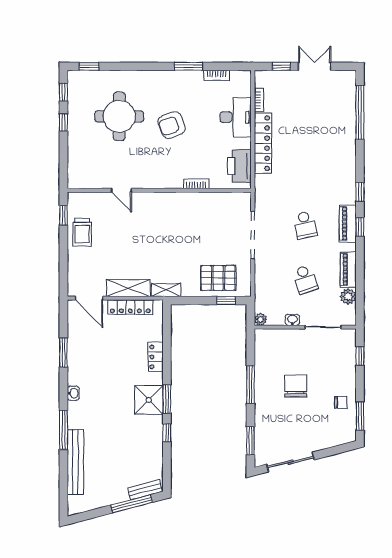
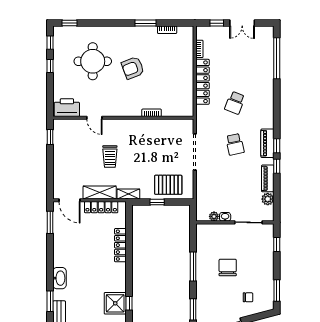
double door: (315, 66) -> (242, 23), swing flipped
desk: (236, 117) -> (182, 62), removed
printer: (239, 166) -> (67, 108), moved, turned 90
window: (360, 192) -> (277, 166), moved
trolley: (82, 232) -> (110, 157), moved
school desk: (305, 279) -> (235, 103), moved, turned 39
window: (226, 300) -> (157, 202), moved
plant: (260, 319) -> (214, 216), moved
window: (63, 353) -> (50, 222), moved
locker: (156, 357) -> (120, 245), width x1.53
washbasin: (73, 393) -> (60, 278), width x1.91, depth x1.45
window: (167, 399) -> (129, 277), removed
shower: (149, 400) -> (115, 303), moved
chair: (341, 402) -> (248, 297), moved
window: (63, 430) -> (50, 301), width x0.69

